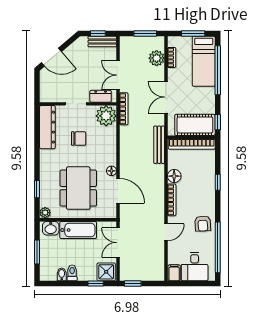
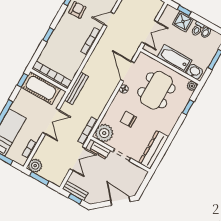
plant: (157, 58) -> (35, 166), moved
chair: (79, 139) -> (128, 119), moved
floor lamp: (174, 176) -> (79, 58), removed
shower: (106, 272) -> (183, 22), moved

